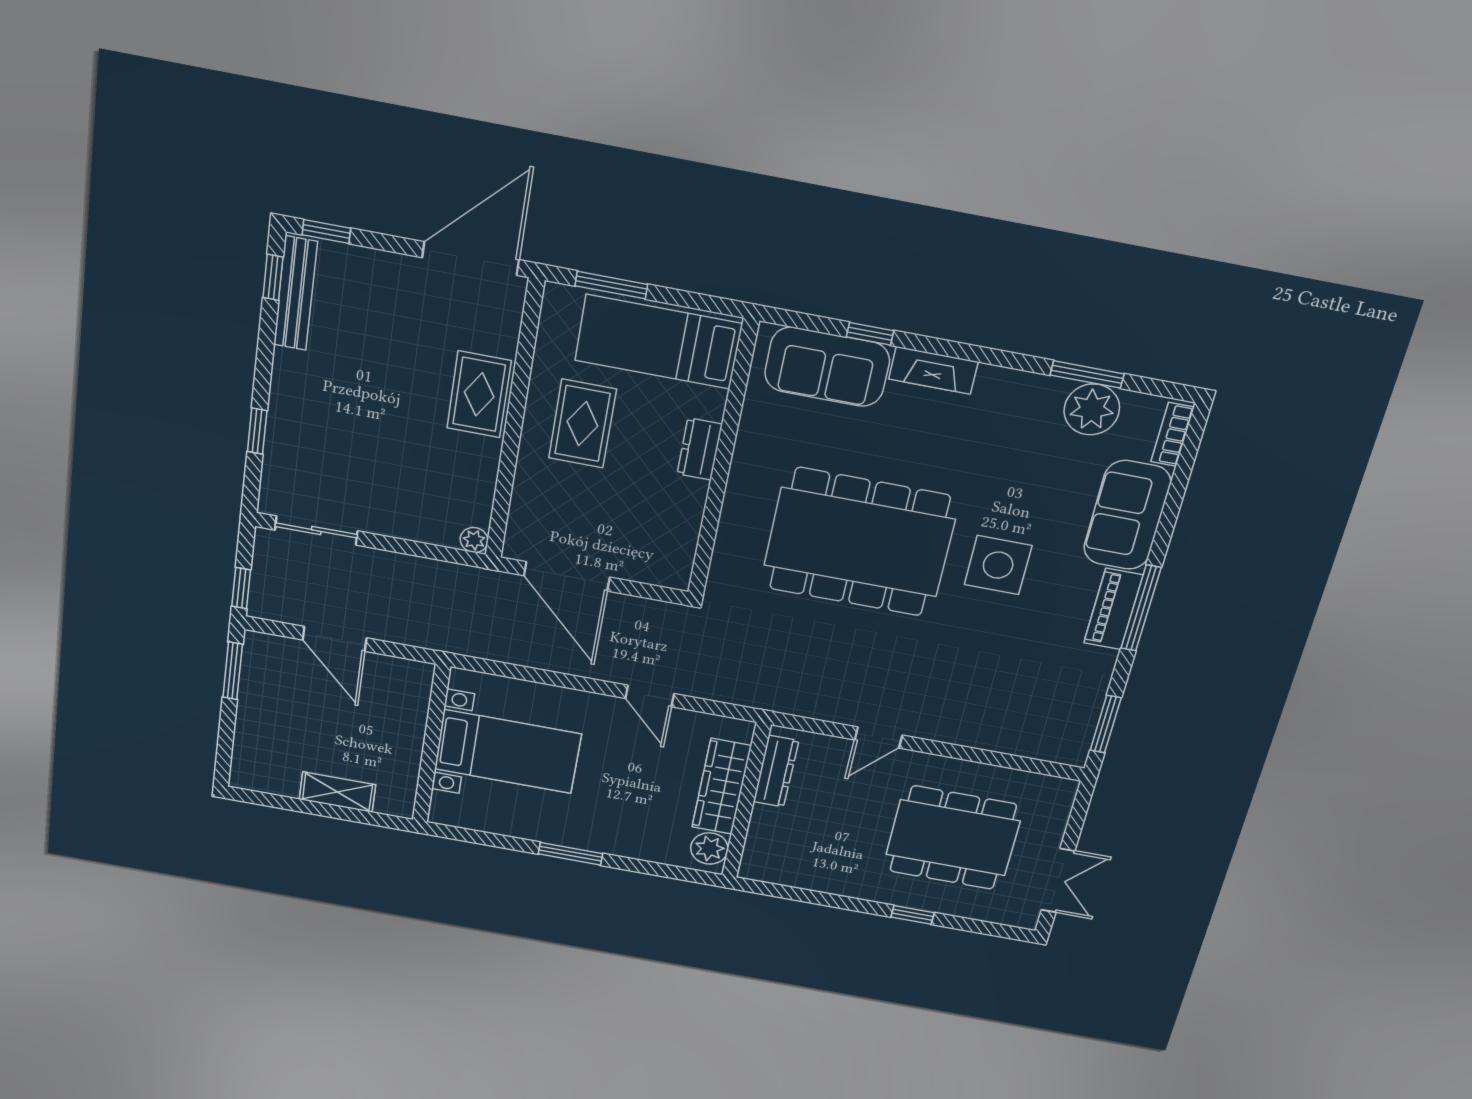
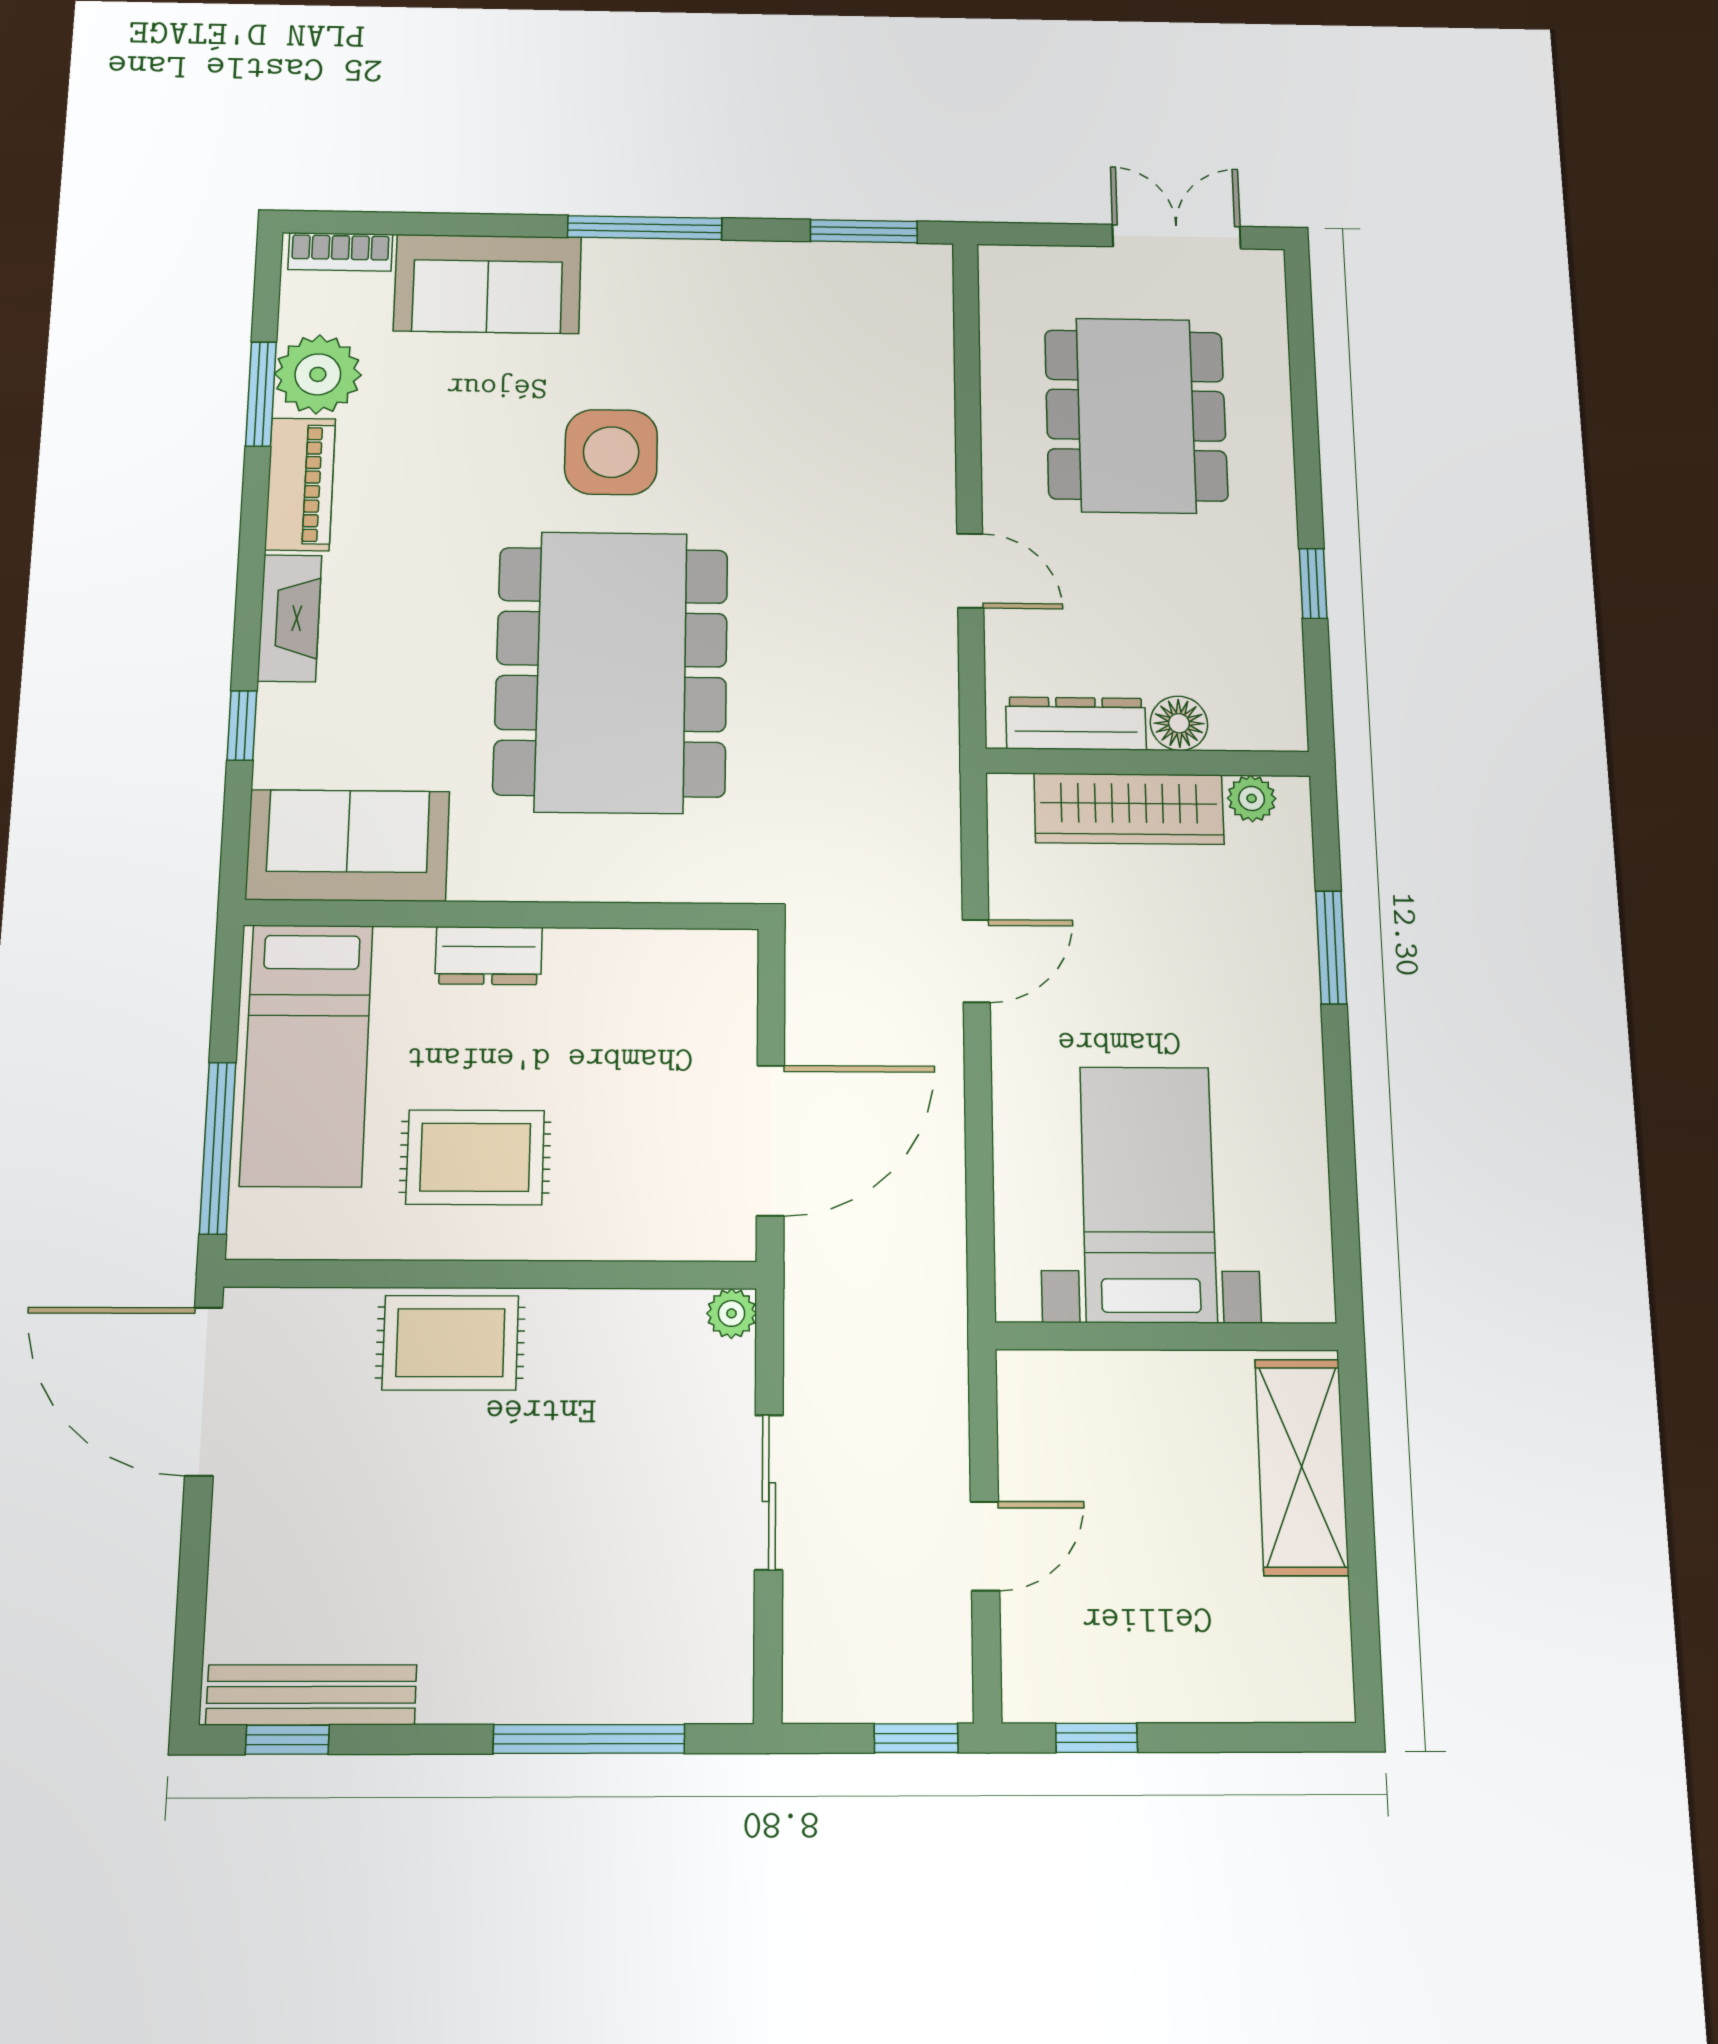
window: (326, 231) -> (189, 1651), removed
window: (611, 285) -> (218, 1148), width x1.44
sofa: (827, 367) -> (348, 845), moved, turned -90
window: (257, 431) -> (589, 1739), width x2.17
sliding door: (316, 530) -> (769, 1492), moved
piano: (1113, 609) -> (300, 484), moved, turned -90
door: (335, 639) -> (985, 1546), width x0.73
window: (233, 671) -> (1097, 1738), width x0.67
shelving: (337, 792) -> (1302, 1467), width x1.50, depth x1.33
floor lamp: (765, 820) -> (1179, 723), added
plant: (709, 849) -> (1252, 798), width x0.73, depth x0.73
window: (571, 854) -> (1331, 947), moved
window: (913, 915) -> (1313, 583), moved

